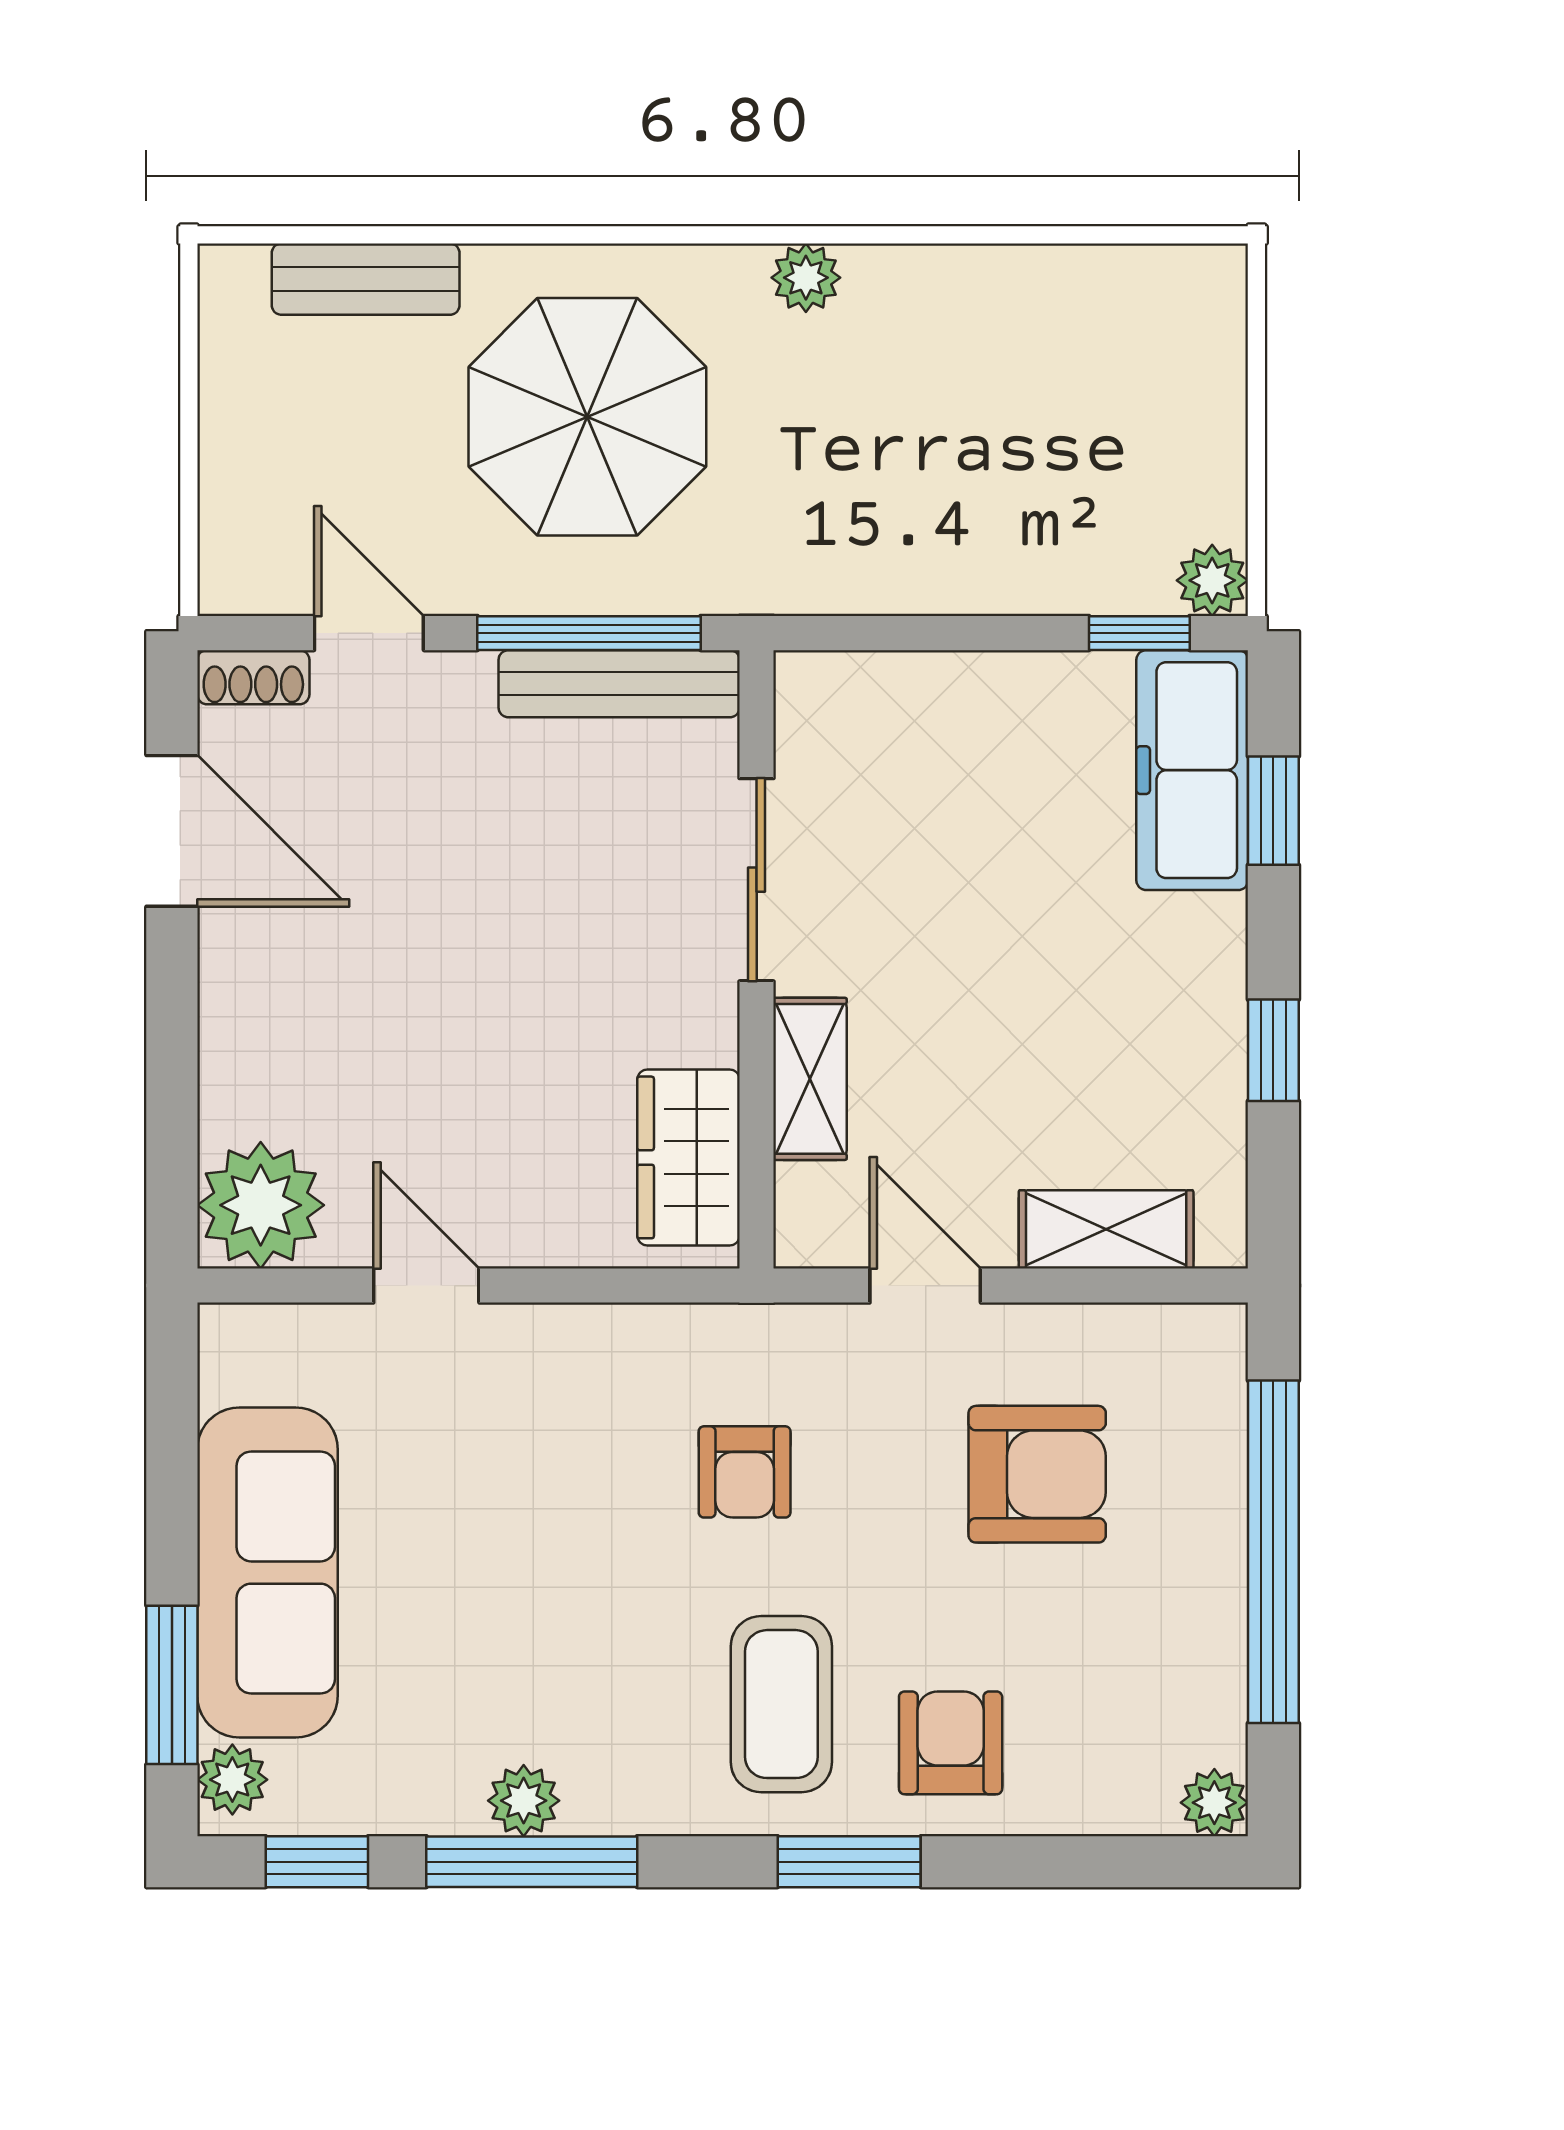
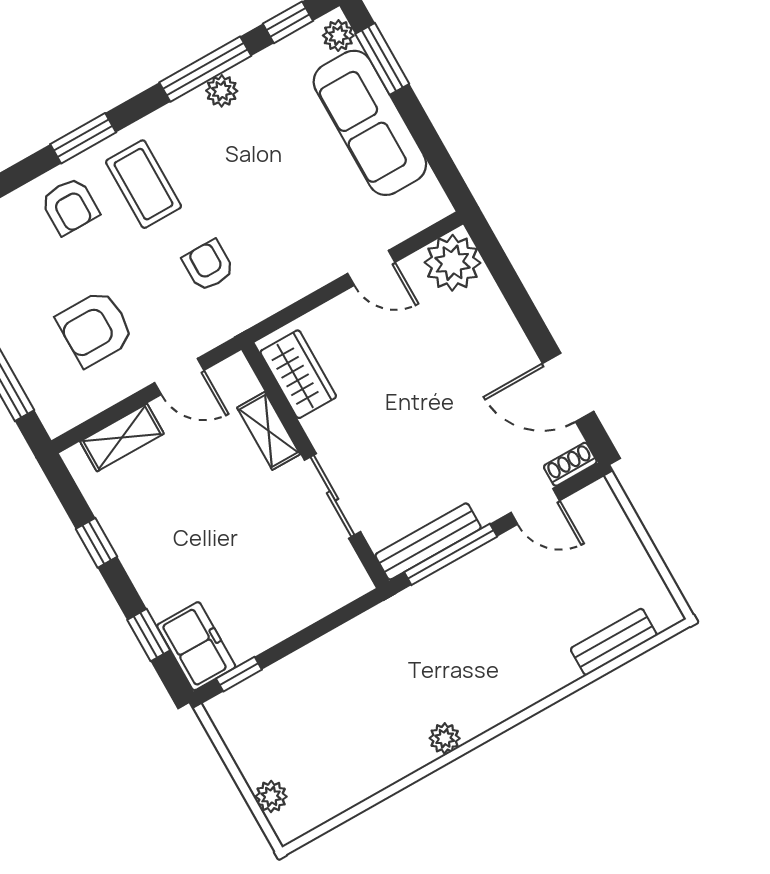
parasol: (587, 417) -> (498, 637), removed
plant: (1212, 580) -> (271, 796), moved
freezer: (1192, 770) -> (196, 646), width x0.71

